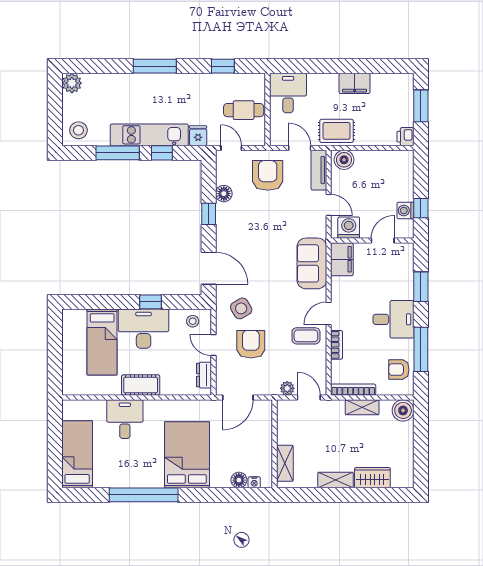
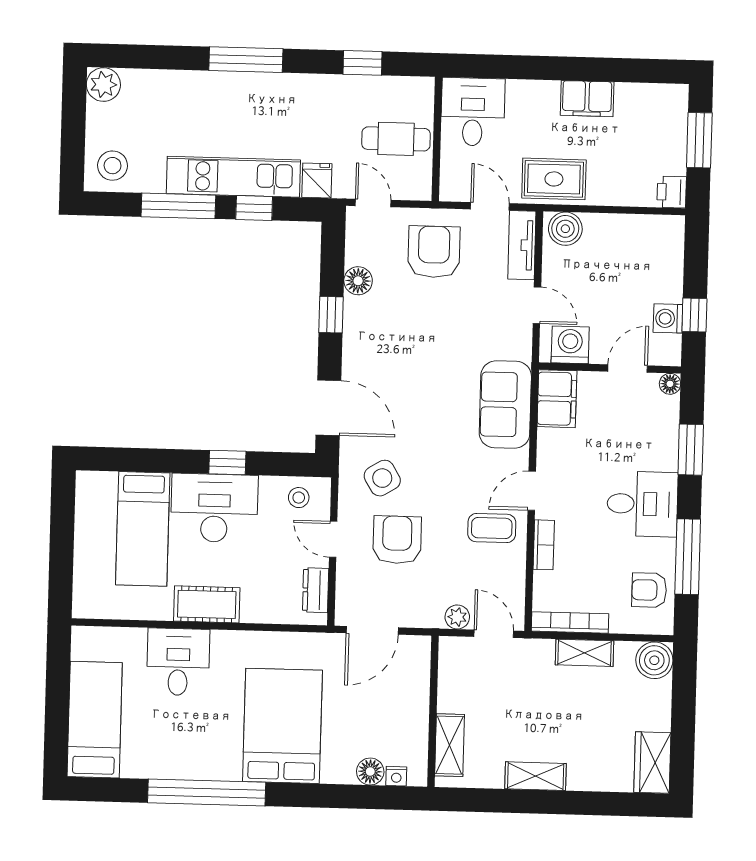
floor lamp: (408, 249) -> (670, 384), added
wardrobe: (372, 478) -> (652, 763), moved, turned -90

